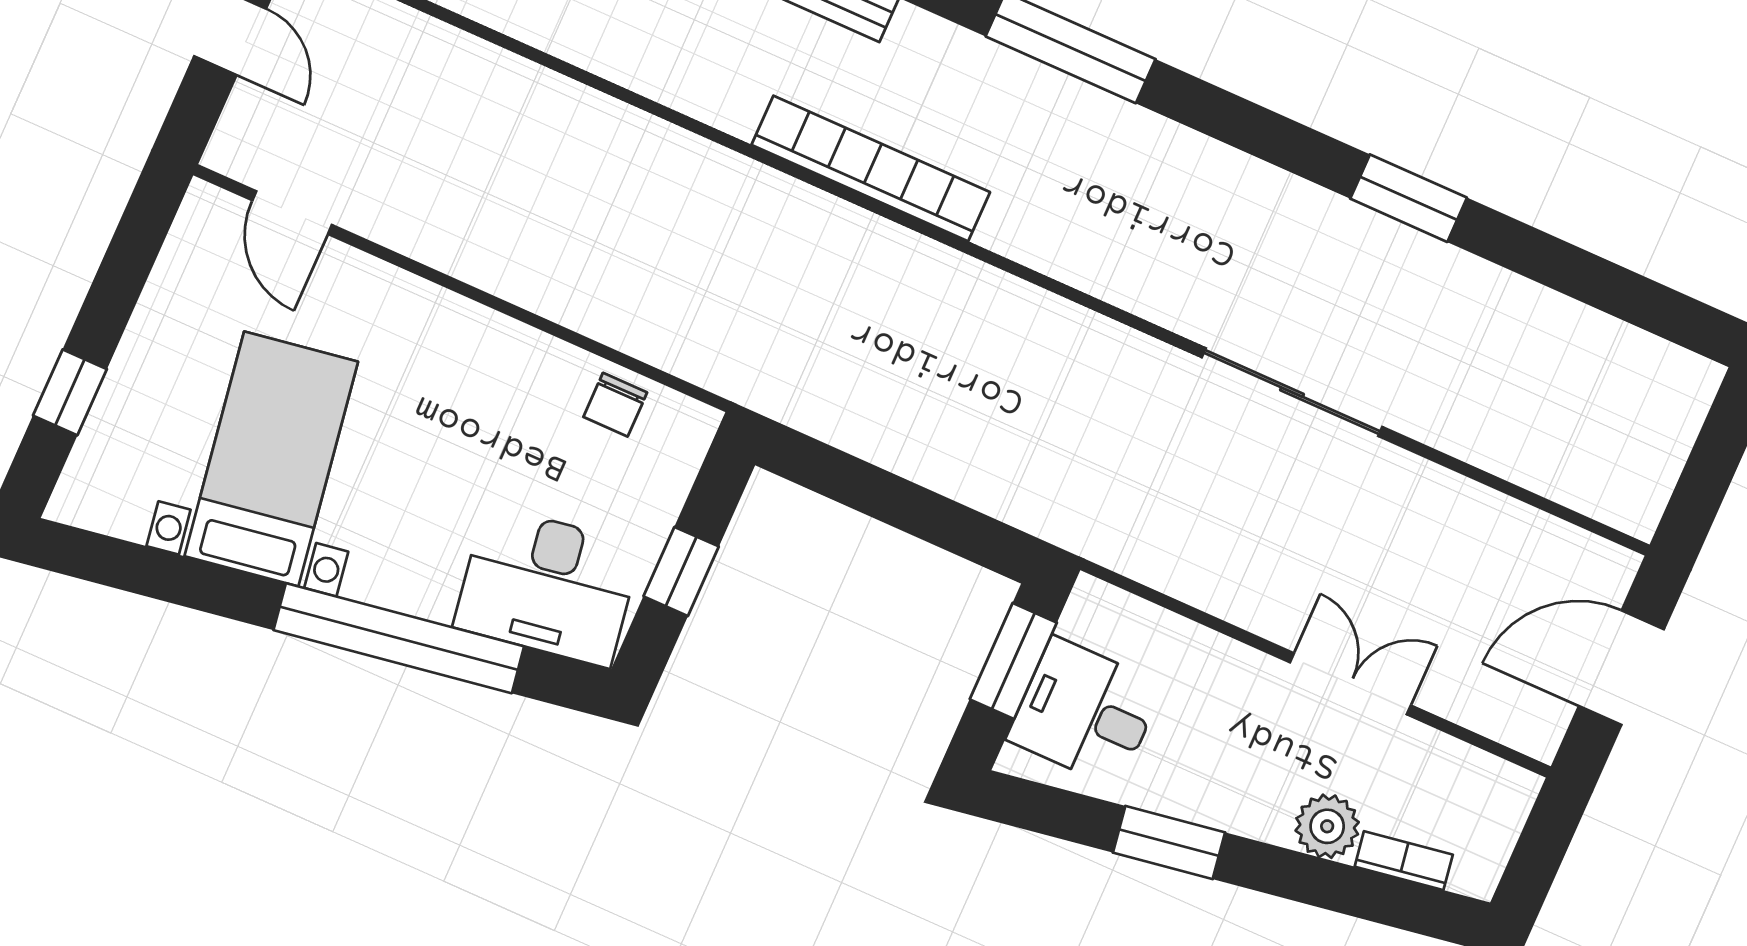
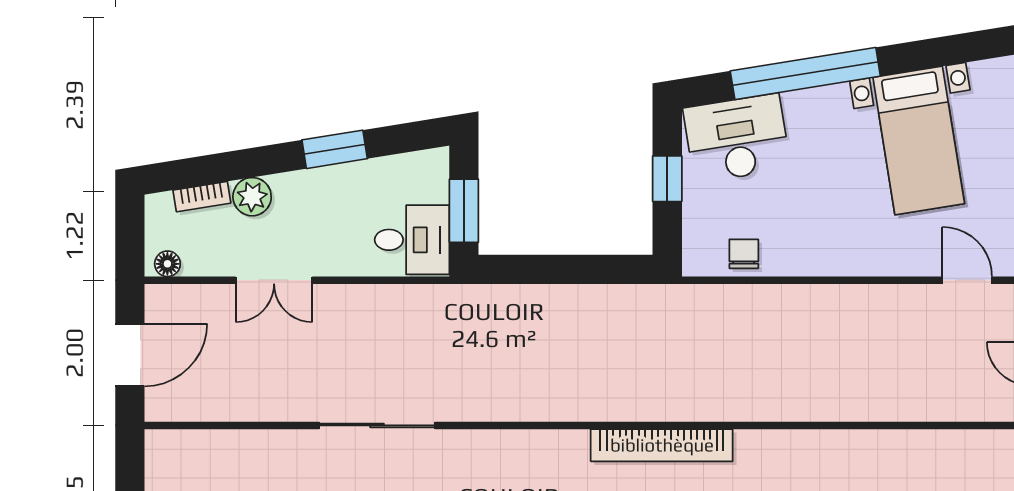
desk: (1085, 712) -> (412, 240), moved
floor lamp: (1502, 781) -> (167, 264), added

